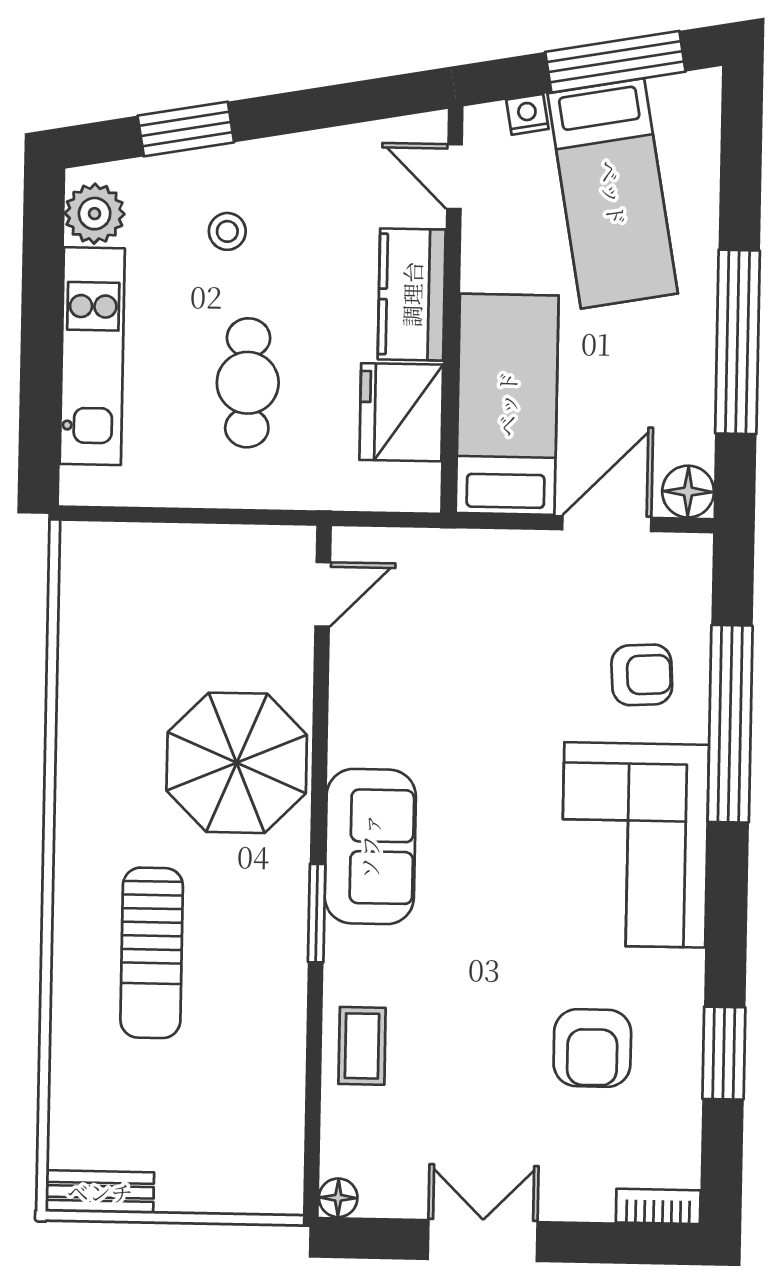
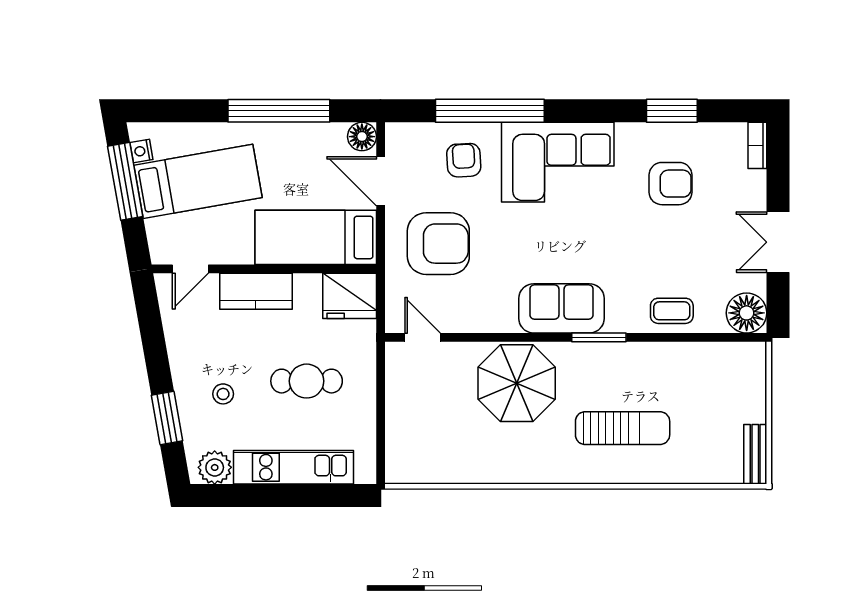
nightstand: (527, 114) -> (141, 151), moved
fridge: (401, 412) -> (350, 296), moved
armchair: (492, 626) -> (438, 244), added
floor lamp: (338, 1198) -> (747, 313), width x1.89, depth x1.89

